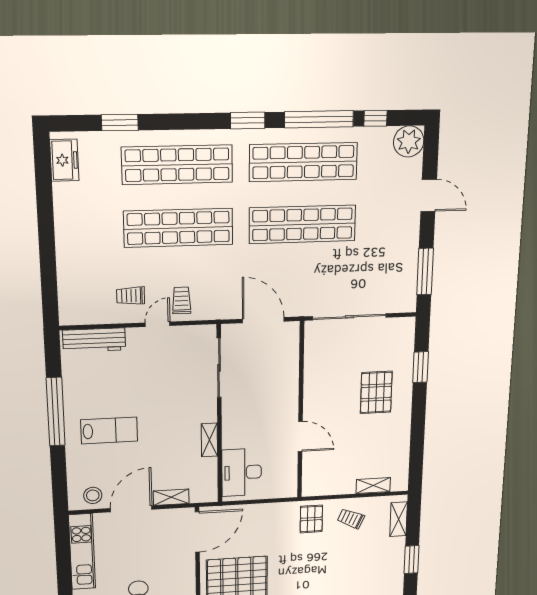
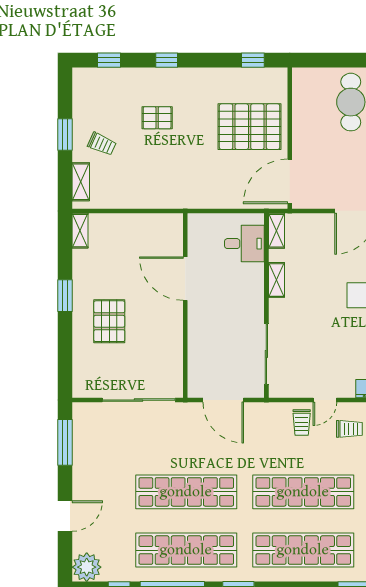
door: (429, 196) -> (65, 516), swing flipped
window: (421, 367) -> (65, 296), moved
door: (300, 436) -> (185, 279), width x1.36
desk: (242, 472) -> (244, 244), width x0.73
shelving: (373, 486) -> (80, 231), moved, turned 90
shelving: (171, 497) -> (276, 231), moved, turned 90
pallet: (311, 519) -> (157, 118), moved, turned 90
trolley: (351, 519) -> (102, 144), moved

